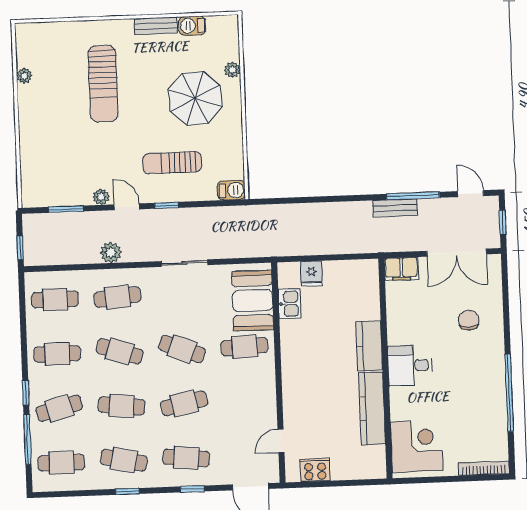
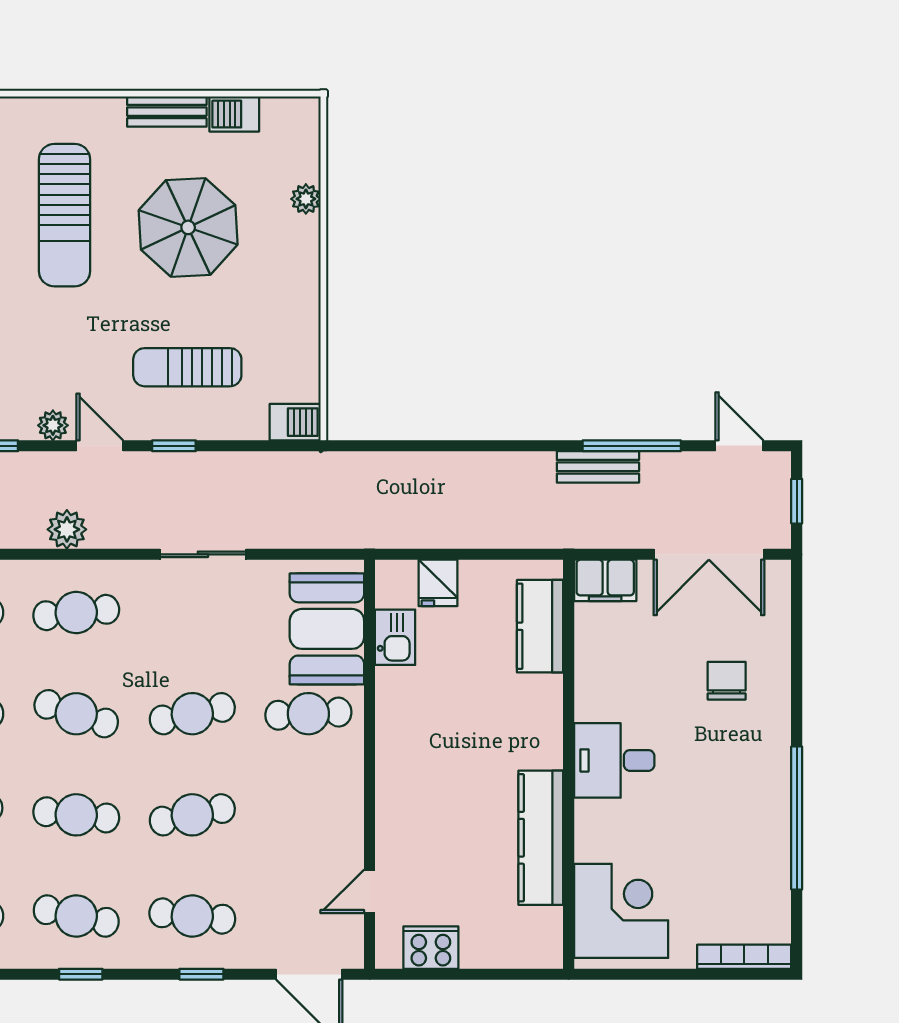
parasol: (195, 98) -> (188, 227), moved
kitchen counter: (369, 346) -> (540, 626), moved
cafe table: (182, 349) -> (192, 714), turned -33

